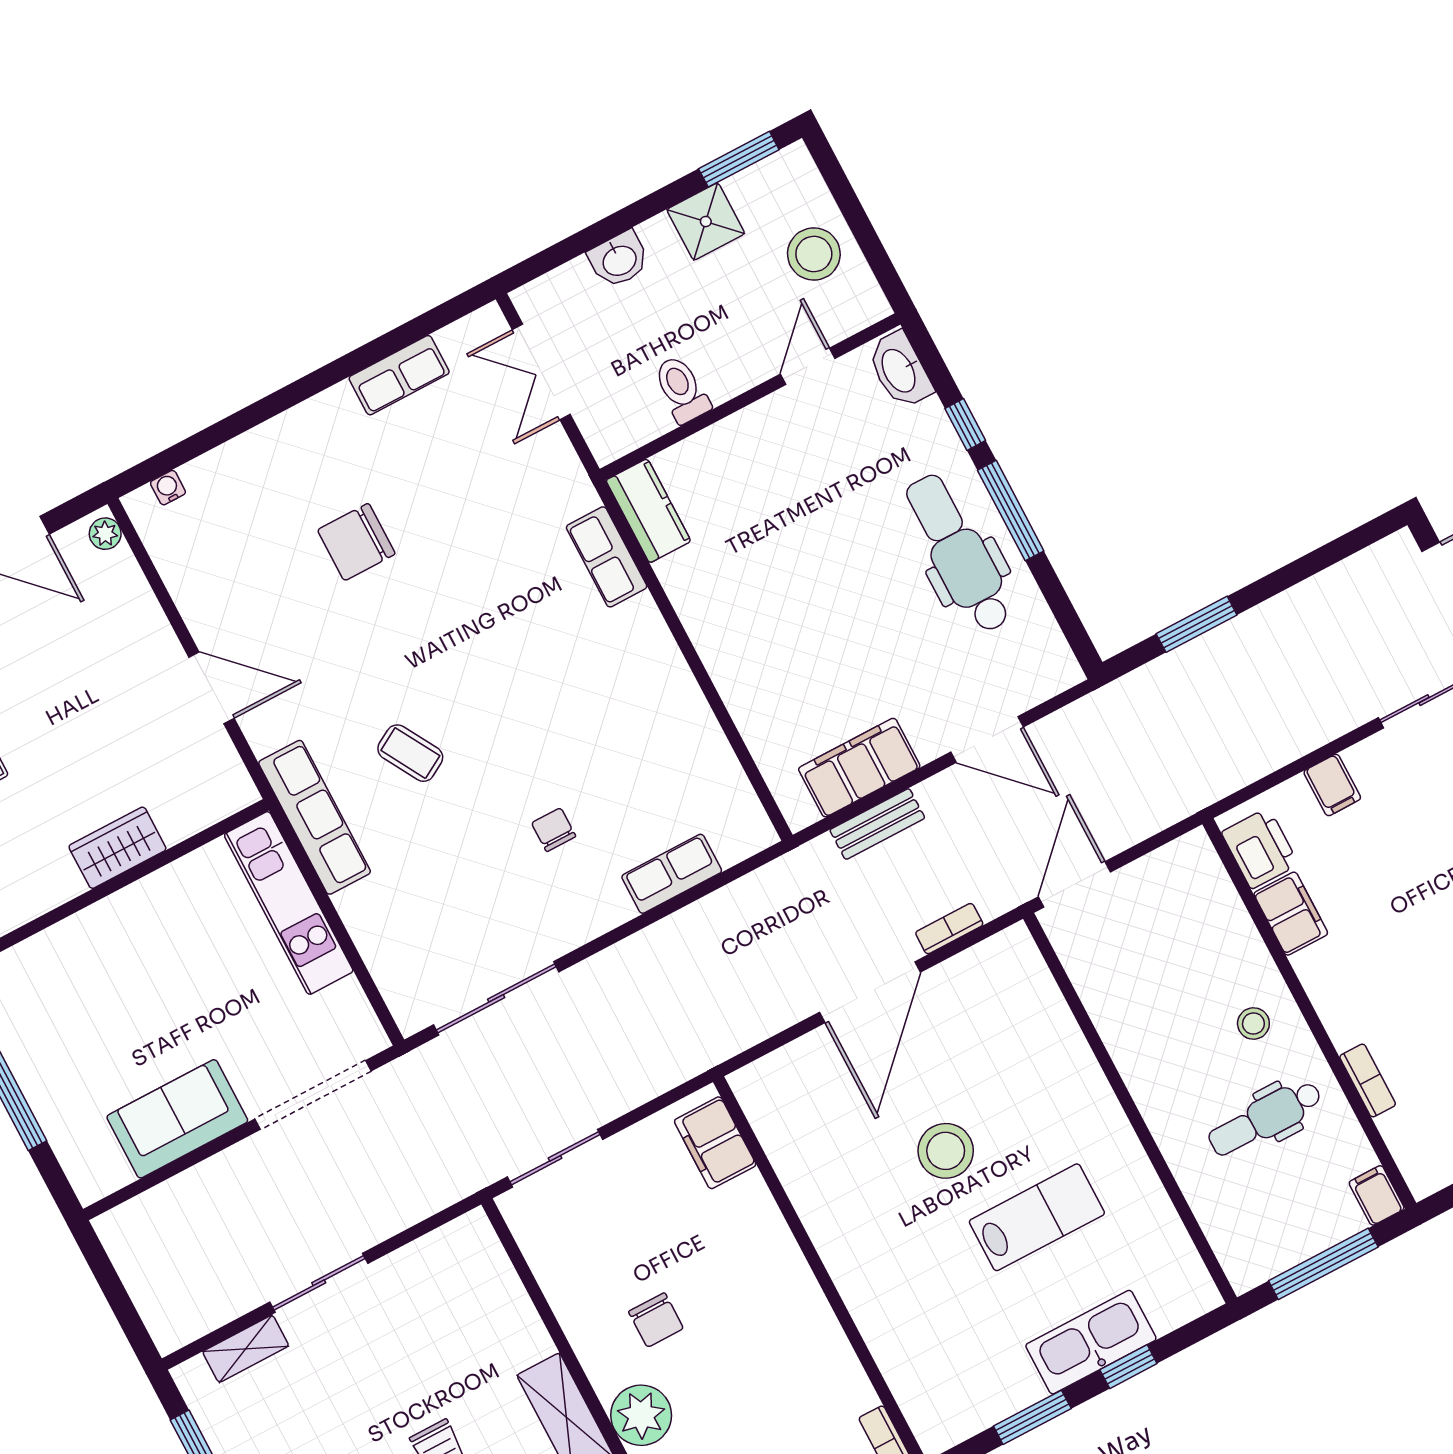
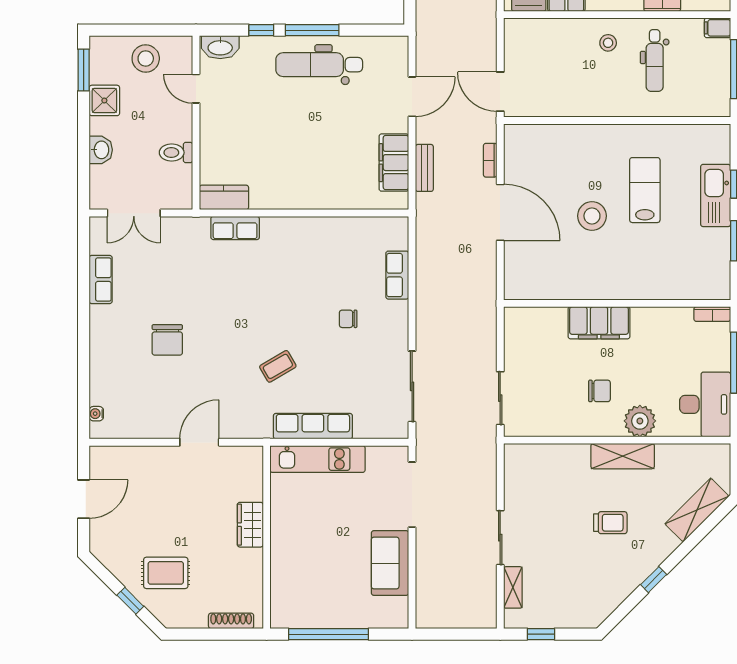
plant: (105, 534) -> (102, 454), removed
row of seats: (315, 817) -> (313, 426), moved
filing cabinet: (715, 1143) -> (599, 323), moved, width x1.50, depth x1.17

